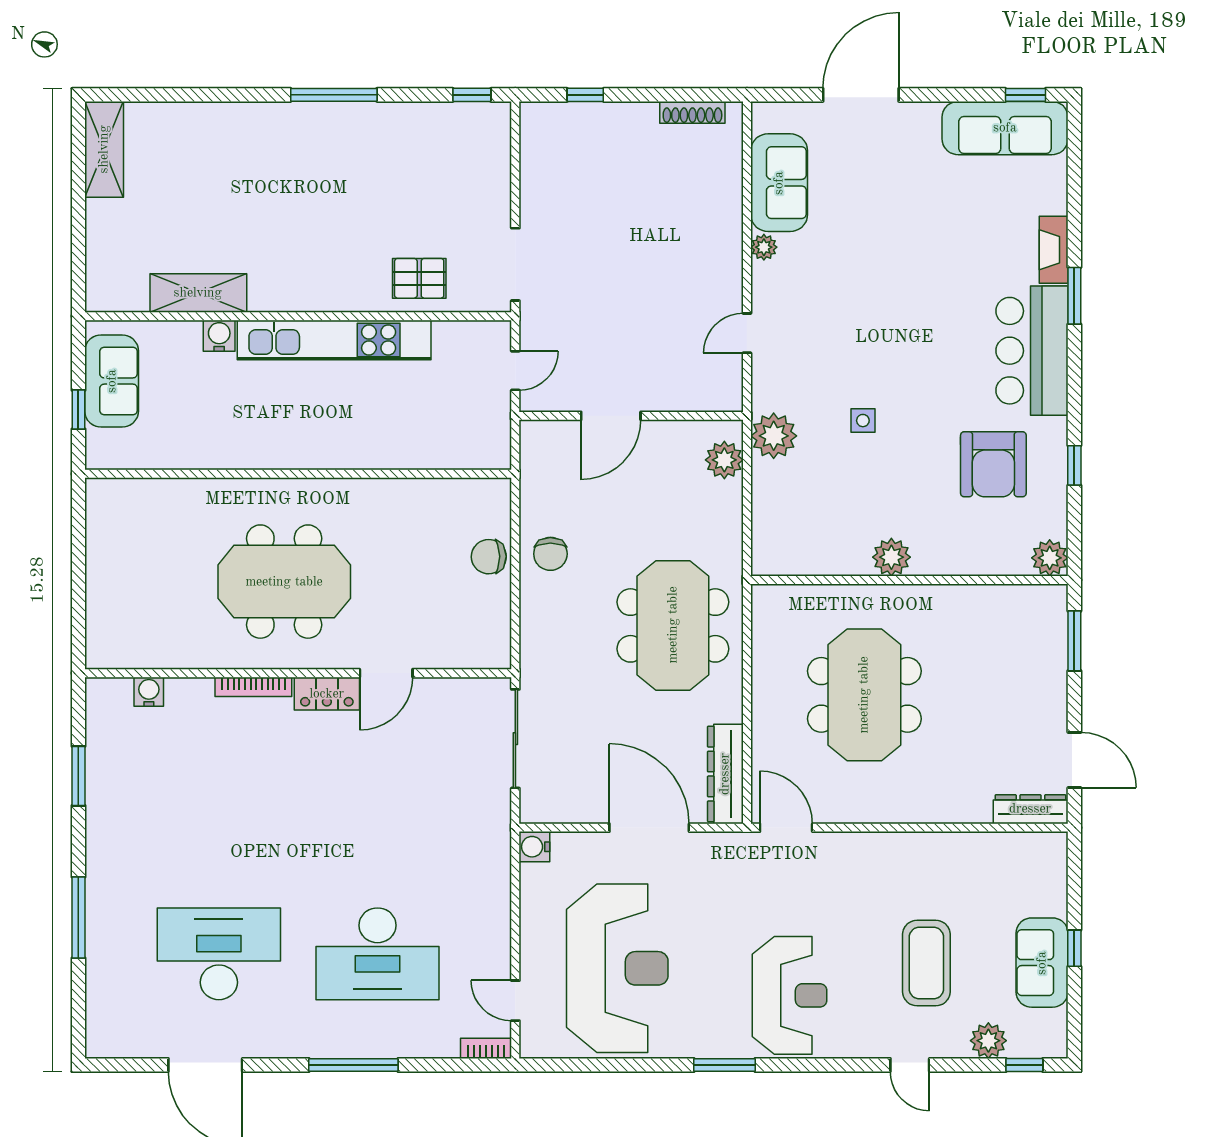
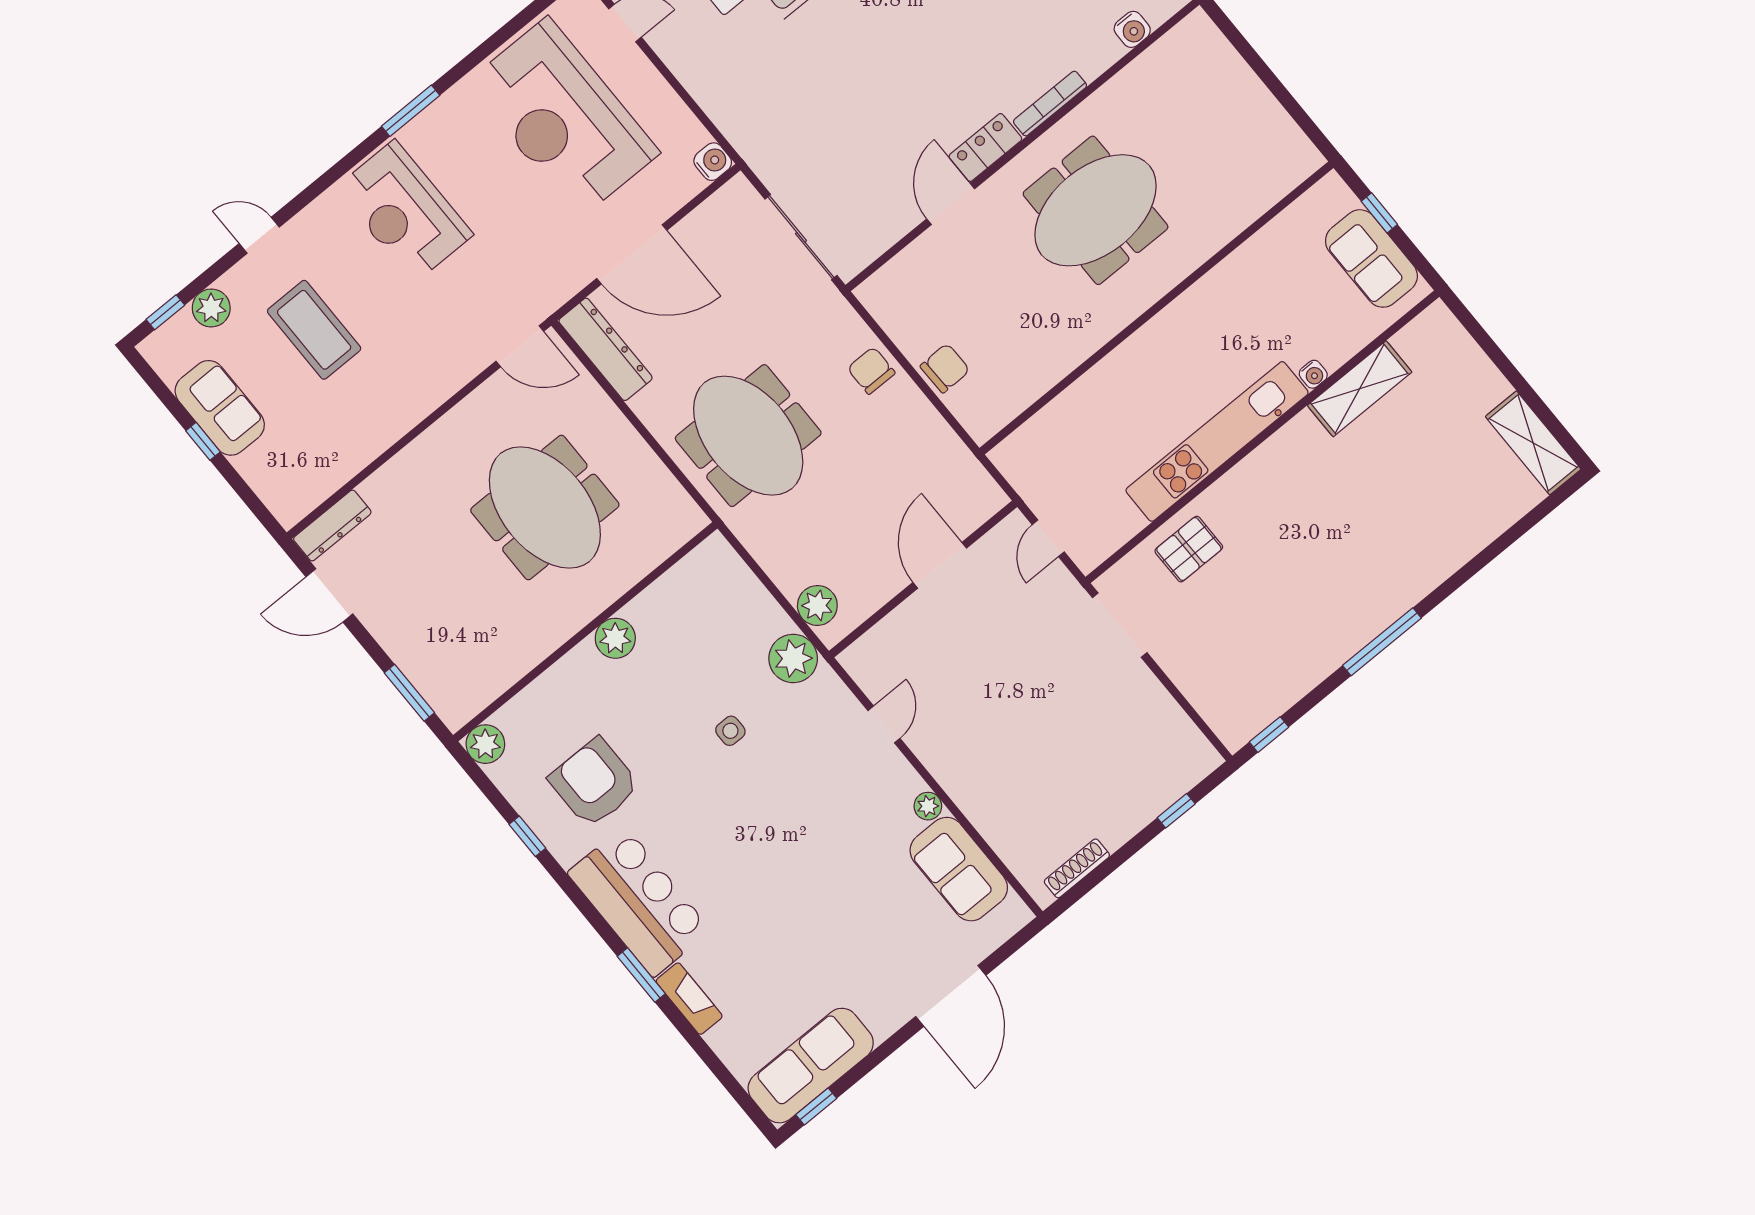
water cooler: (219, 336) -> (1313, 374), width x0.72, depth x0.72
chair: (550, 554) -> (871, 371), moved

